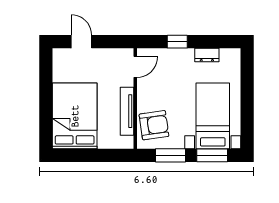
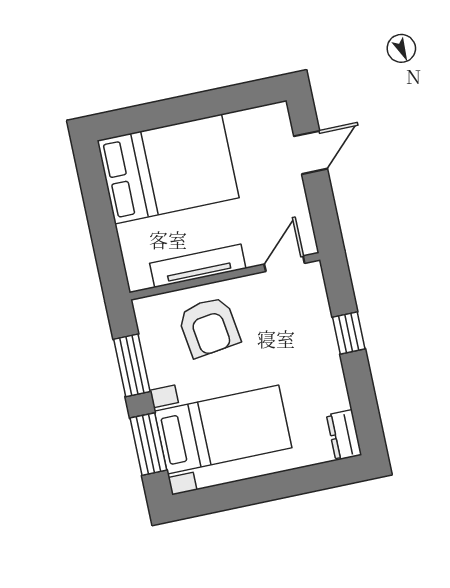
dresser: (207, 55) -> (344, 435), moved
door: (135, 67) -> (284, 264), swing flipped
armchair: (154, 125) -> (209, 327), moved

